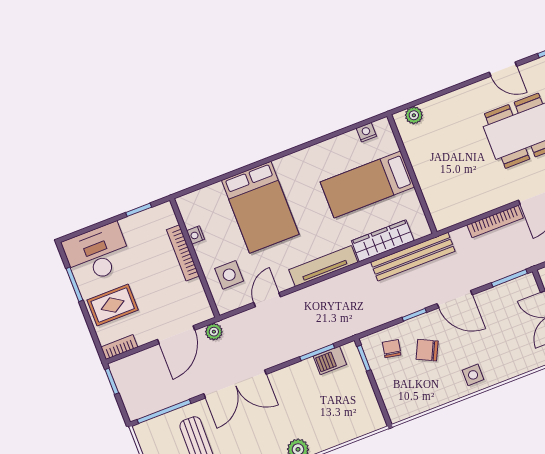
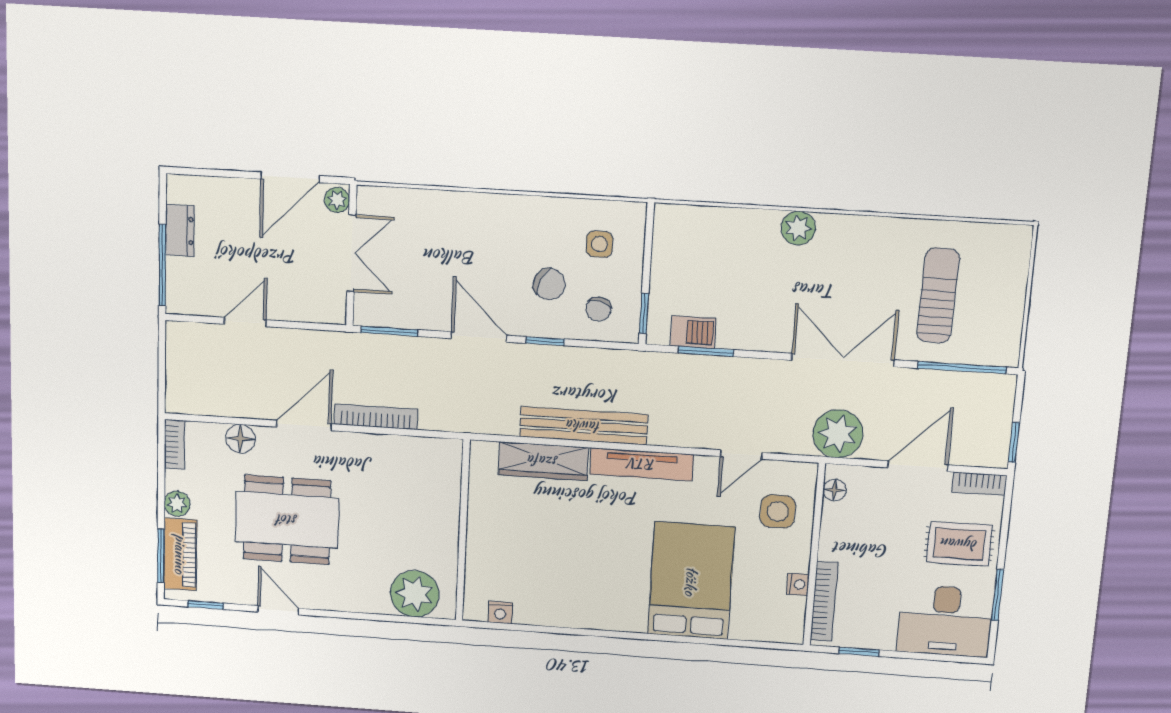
plant: (414, 115) -> (415, 594), width x1.87, depth x1.87
bed: (367, 184) -> (530, 544), removed
bookcase: (183, 253) -> (824, 601), moved
bench: (413, 257) -> (584, 426), moved
floor lamp: (202, 304) -> (834, 490), added
plant: (214, 332) -> (838, 434), width x1.87, depth x1.87
door: (176, 335) -> (918, 466), moved
side table: (473, 375) -> (599, 244), moved

